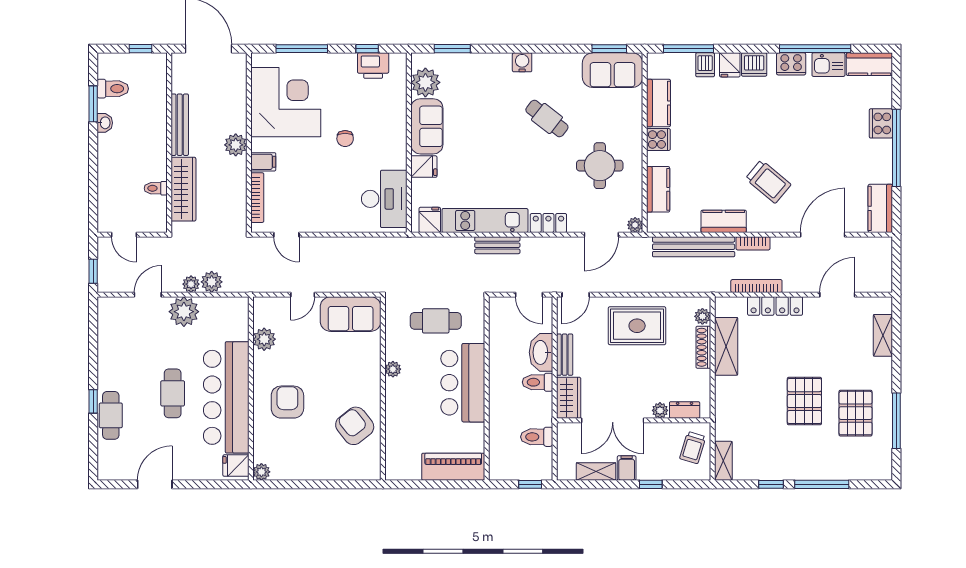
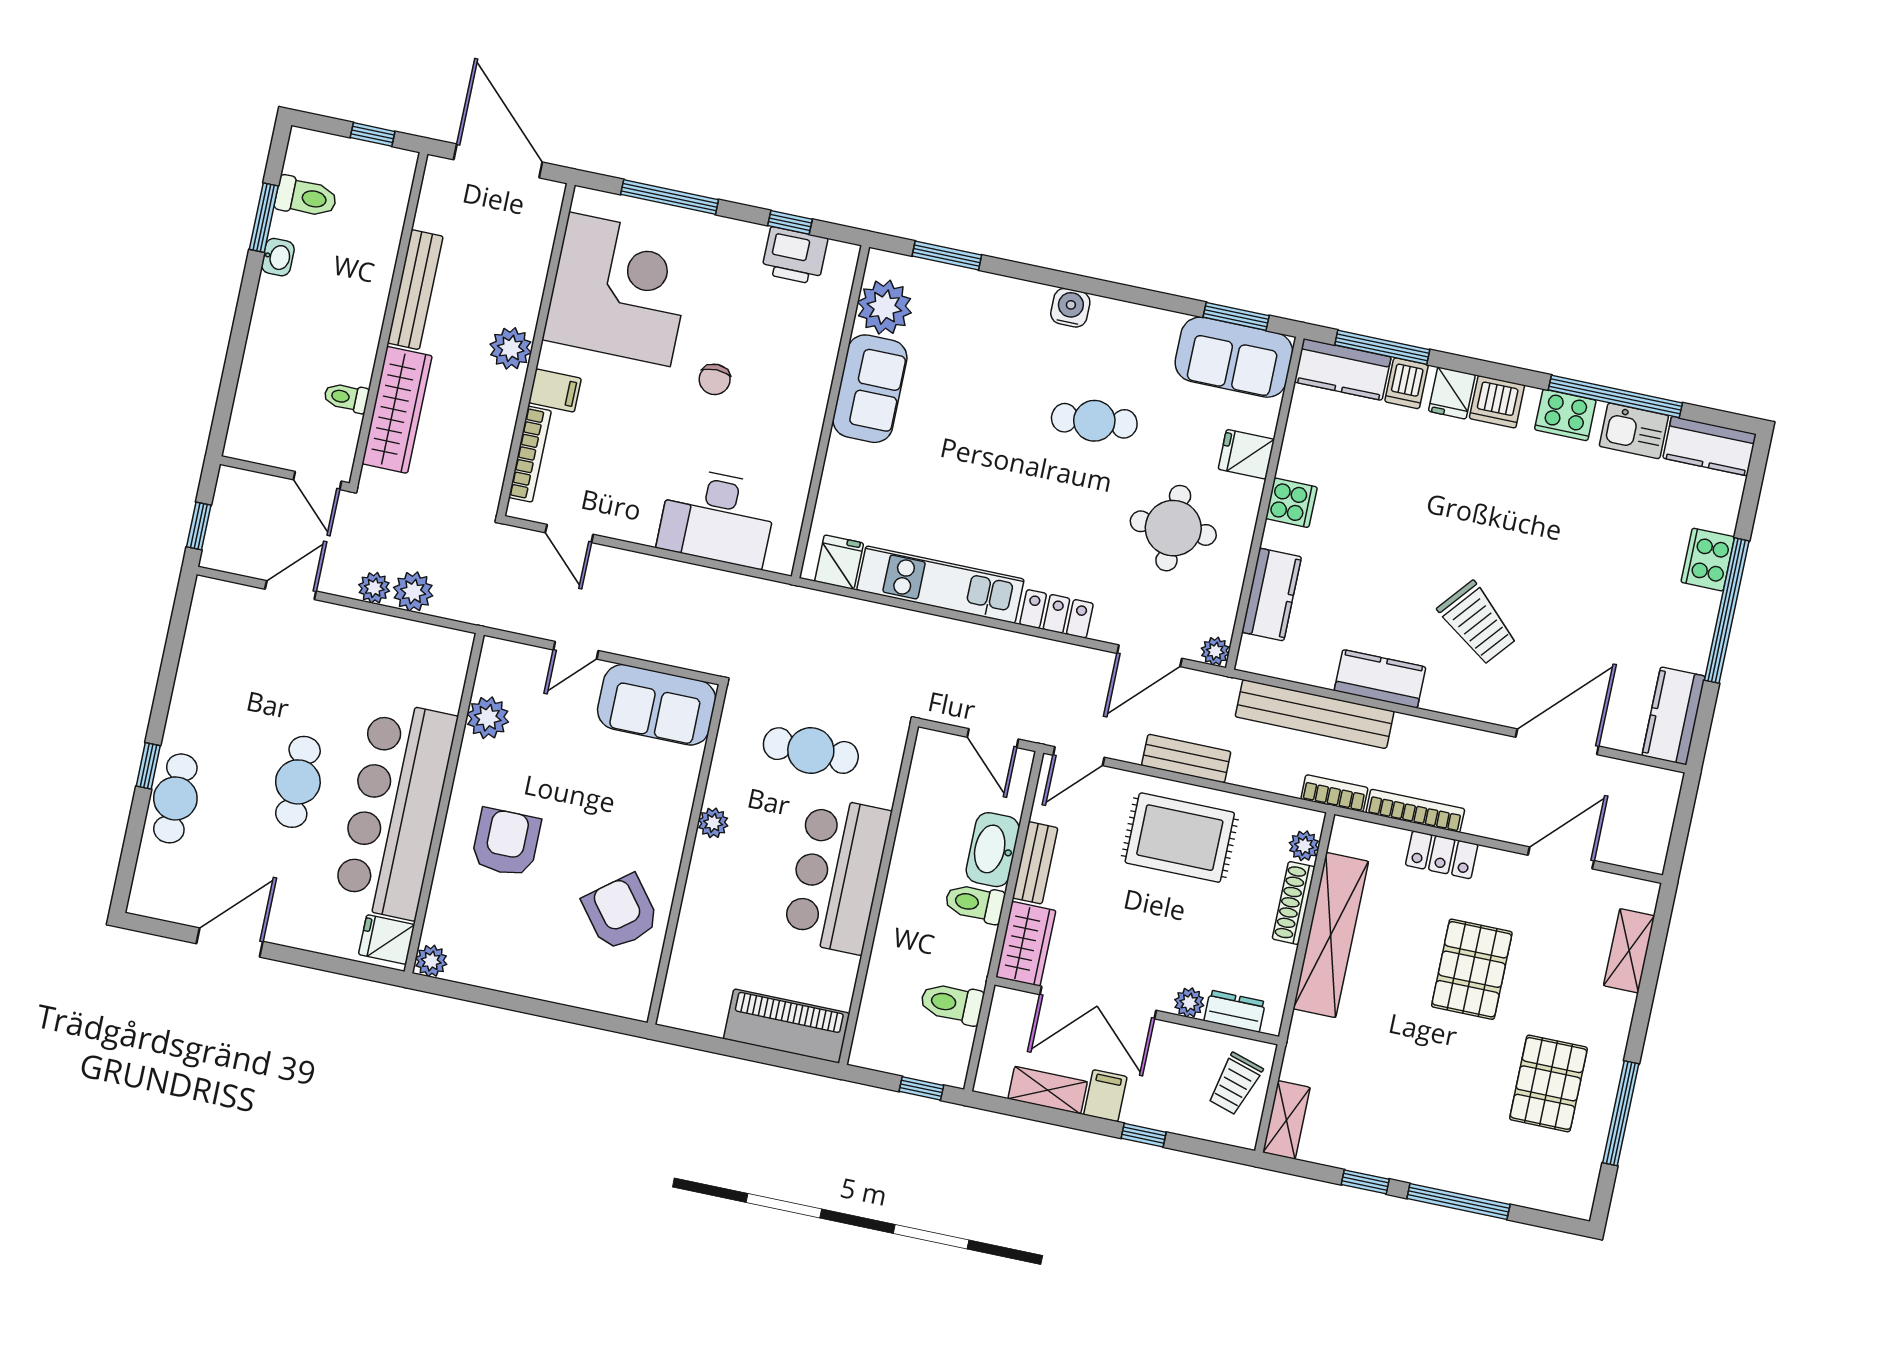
kitchen counter: (658, 103) -> (1343, 369), moved, turned 90
cafe table: (547, 118) -> (1094, 421), turned -44
fridge: (424, 167) -> (1246, 454), moved, turned 180
desk: (384, 199) -> (717, 517), moved, turned 90
door: (124, 235) -> (317, 480), moved
bookcase: (753, 243) -> (1334, 793), moved, turned 180
bench: (497, 245) -> (1186, 758), moved
locker: (775, 306) -> (1442, 855), width x0.66
plant: (184, 312) -> (350, 636), removed
shelving: (726, 346) -> (1331, 935), width x1.47
pallet: (804, 401) -> (1472, 969), moved

